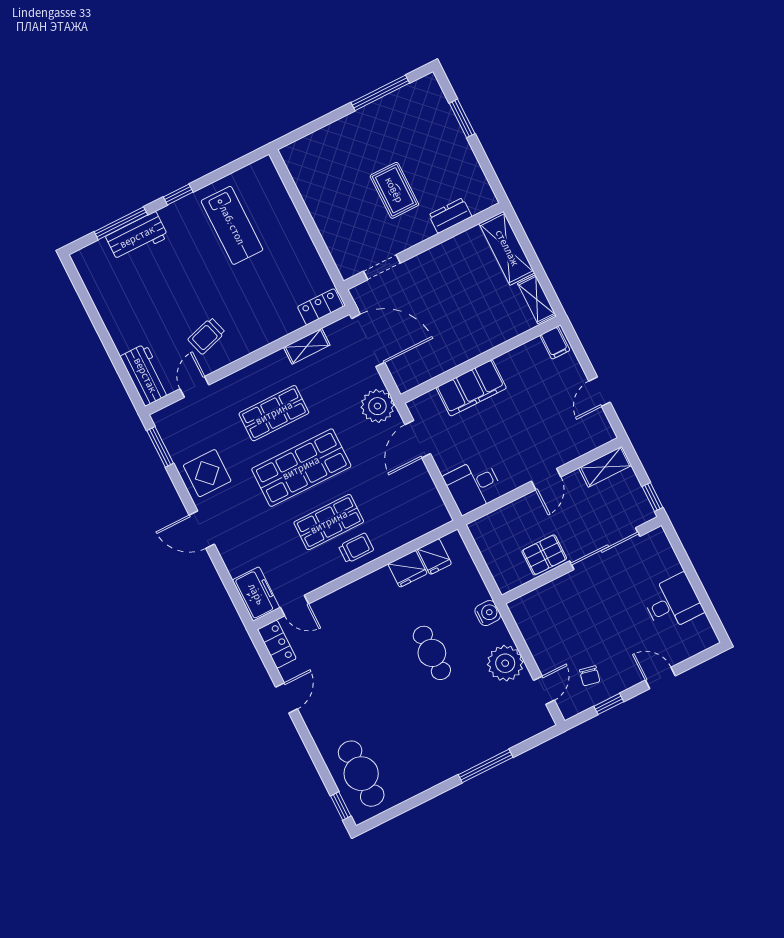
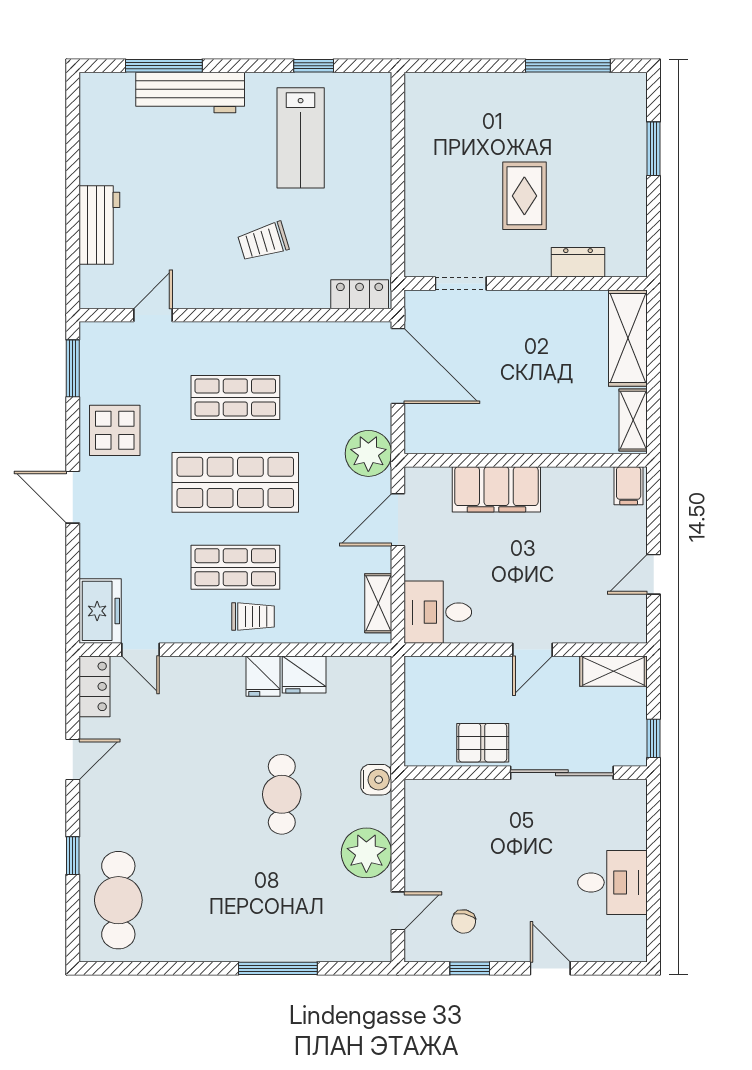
window: (178, 194) -> (314, 66), moved
workbench: (137, 237) -> (190, 92), width x1.37
trolley: (207, 336) -> (263, 242), moved
shelving: (307, 346) -> (378, 603), moved, turned 90
workbench: (145, 375) -> (99, 225), moved
fridge: (434, 557) -> (263, 676), moved
window: (341, 806) -> (73, 856), moved

